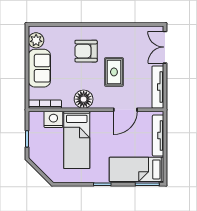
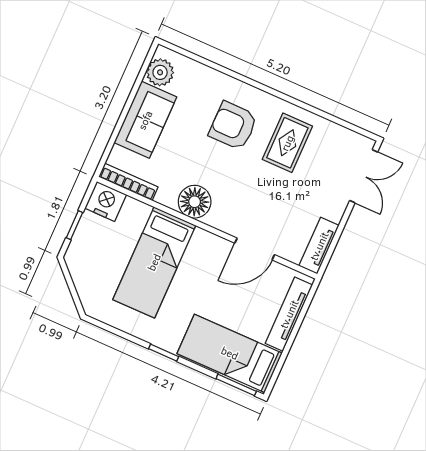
double door: (165, 47) -> (364, 176), swing flipped
rug: (114, 72) -> (287, 143), moved
tv unit: (158, 87) -> (319, 246), width x0.71
nightstand: (53, 119) -> (106, 201), moved

